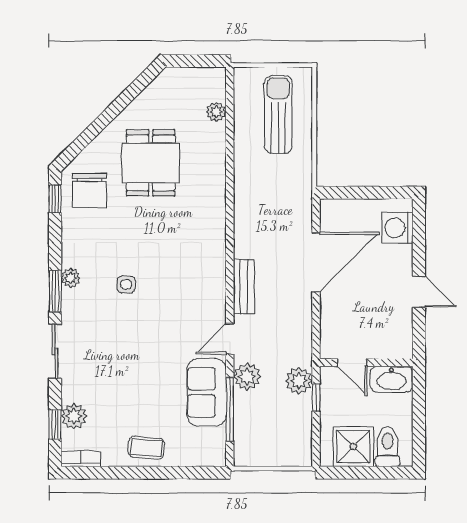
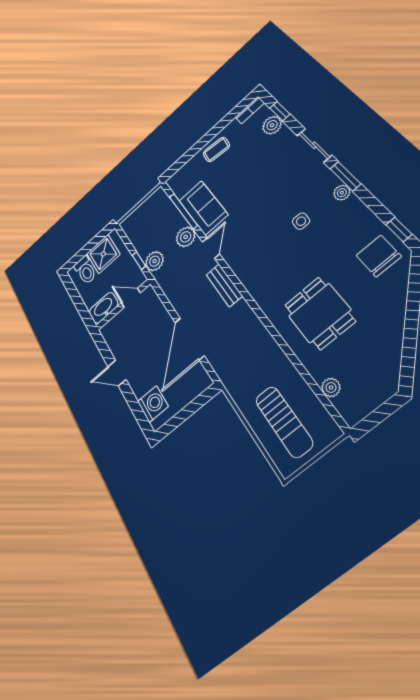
dining table: (151, 163) -> (319, 313), moved

